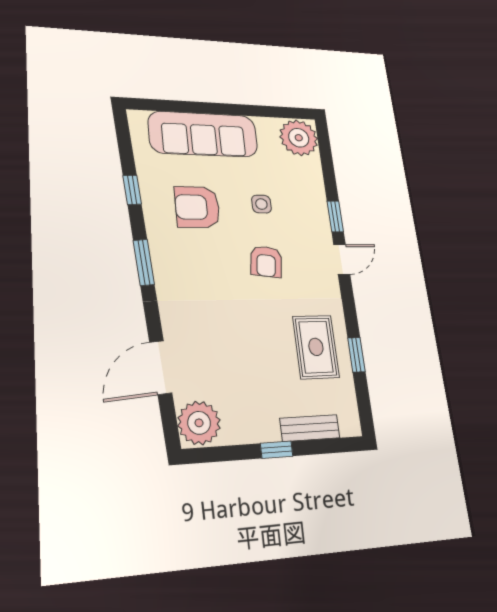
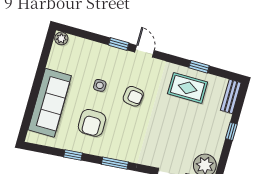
plant: (299, 138) -> (61, 38), width x0.53, depth x0.53
bench: (310, 428) -> (231, 97), moved

